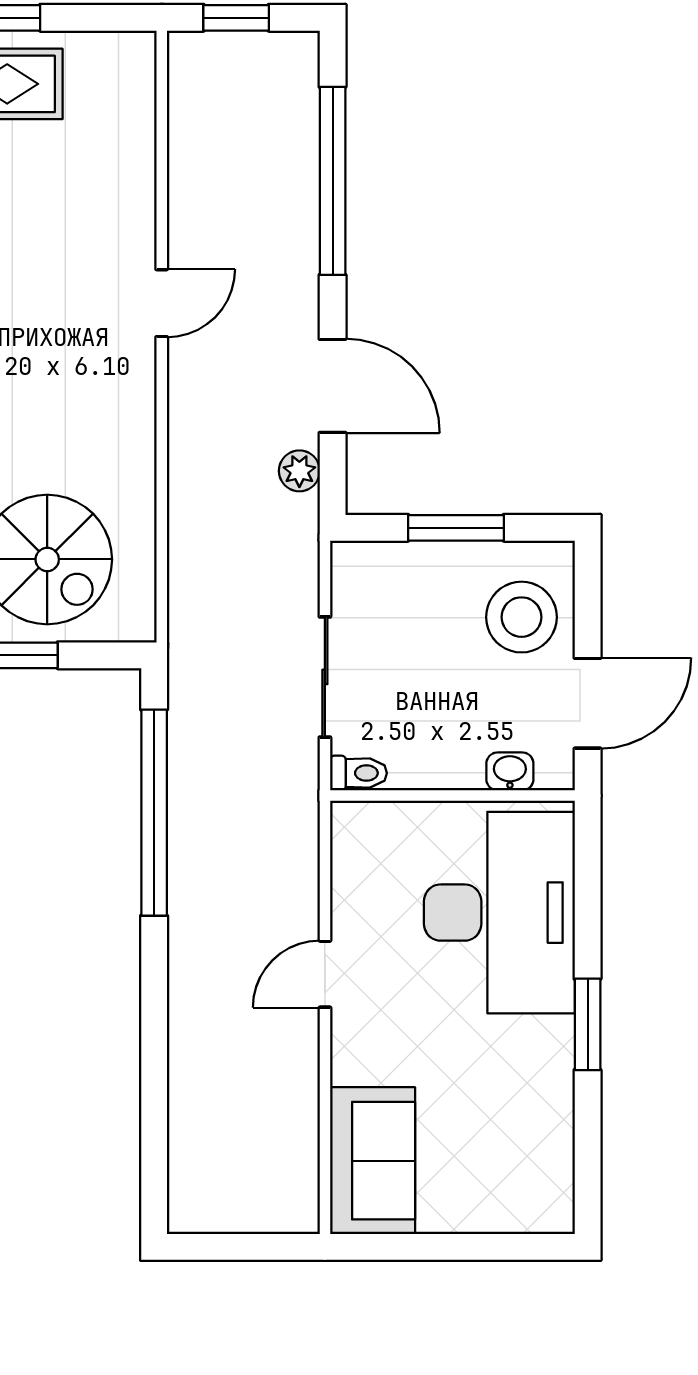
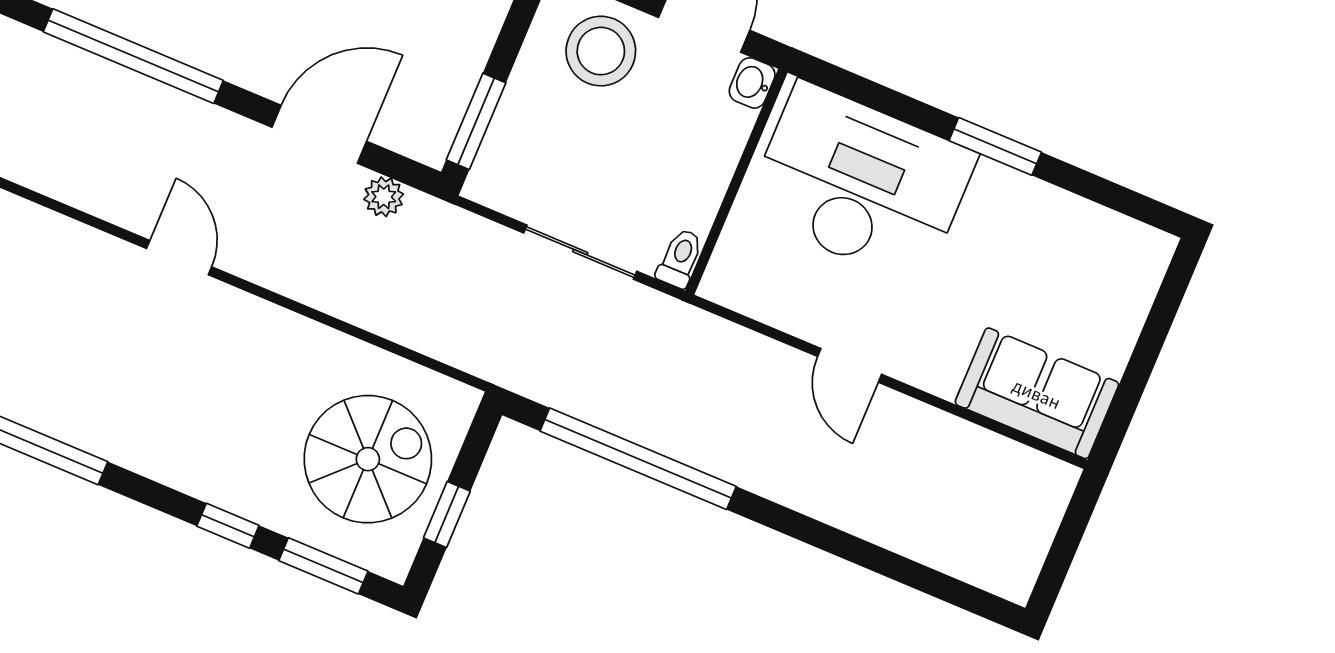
window: (456, 528) -> (476, 121), moved
washbasin: (510, 771) -> (752, 83), moved

